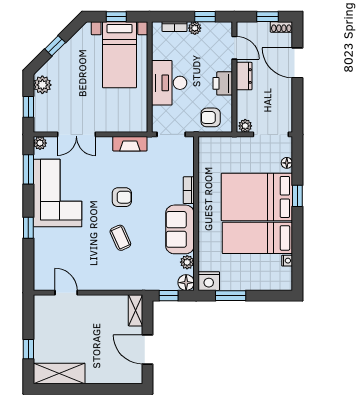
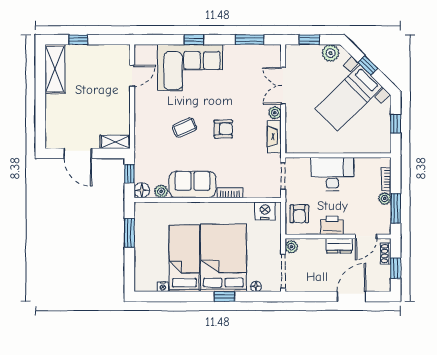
window: (205, 17) -> (396, 208), width x1.50
shoe rack: (281, 27) -> (386, 254), moved
bed with nightstands: (119, 55) -> (349, 98), moved, turned -45
armchair: (211, 117) -> (299, 214), turned 180
plant: (40, 143) -> (275, 113), moved
corner sofa: (58, 193) -> (190, 68), moved
armchair: (122, 197) -> (223, 129), turned -90
nightstand: (209, 281) -> (265, 211), moved, turned 90
door: (148, 349) -> (78, 153), swing flipped

